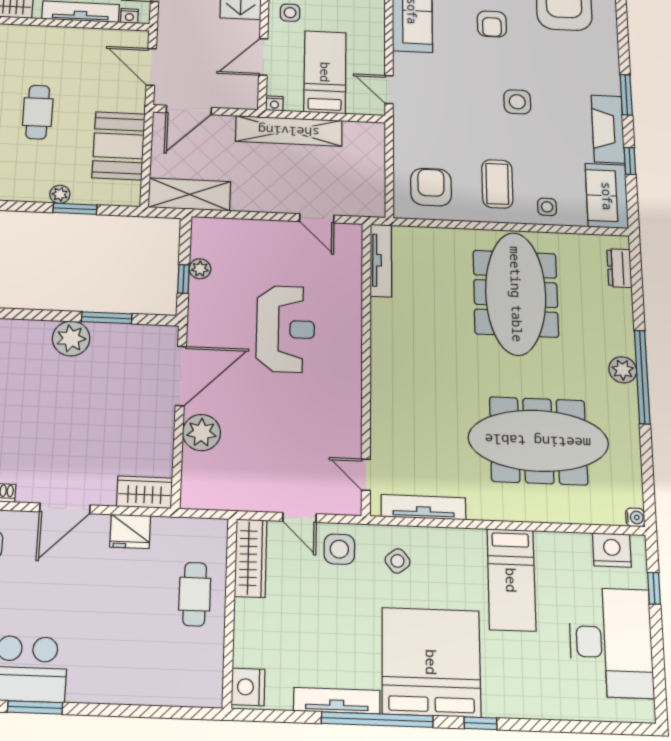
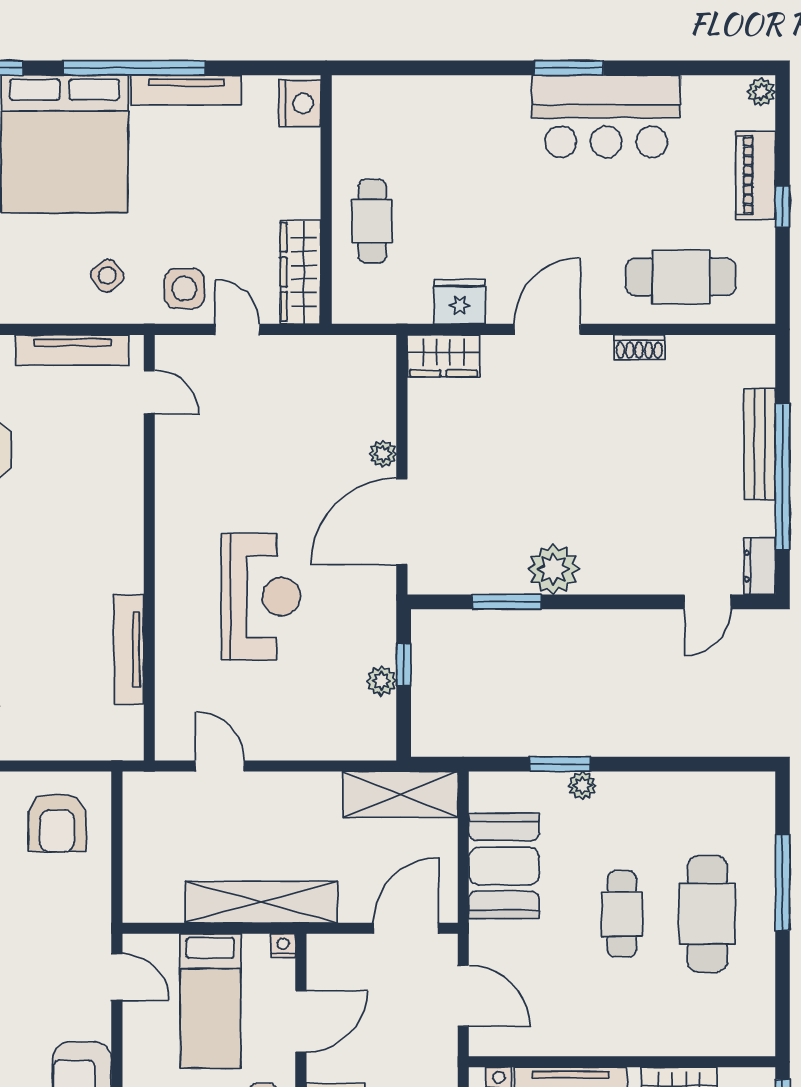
tv unit: (381, 260) -> (129, 650), moved
reception desk: (285, 329) -> (261, 597), turned 180
plant: (201, 433) -> (383, 454), width x0.53, depth x0.53

